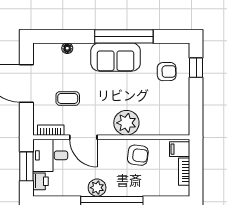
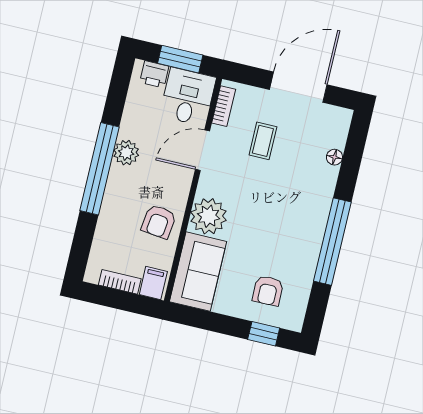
sofa: (116, 57) -> (198, 272), moved, turned 180

